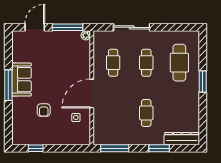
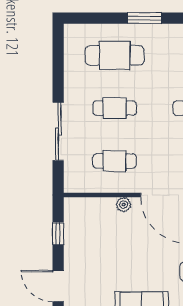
window: (68, 27) -> (58, 234), width x0.46
plant: (86, 35) -> (124, 205), moved

